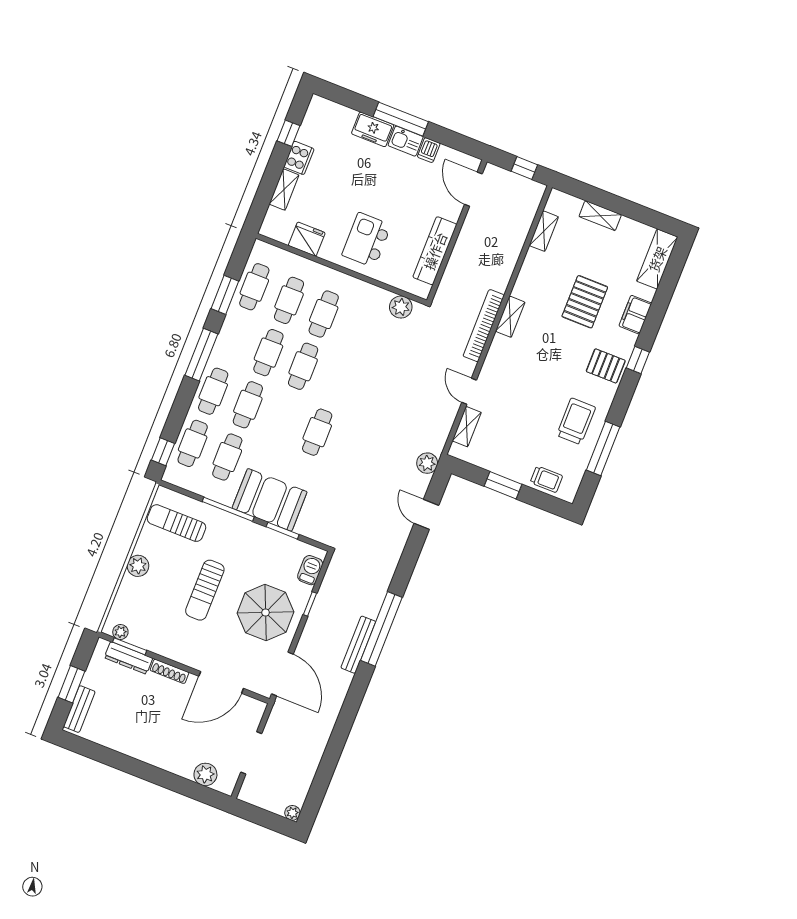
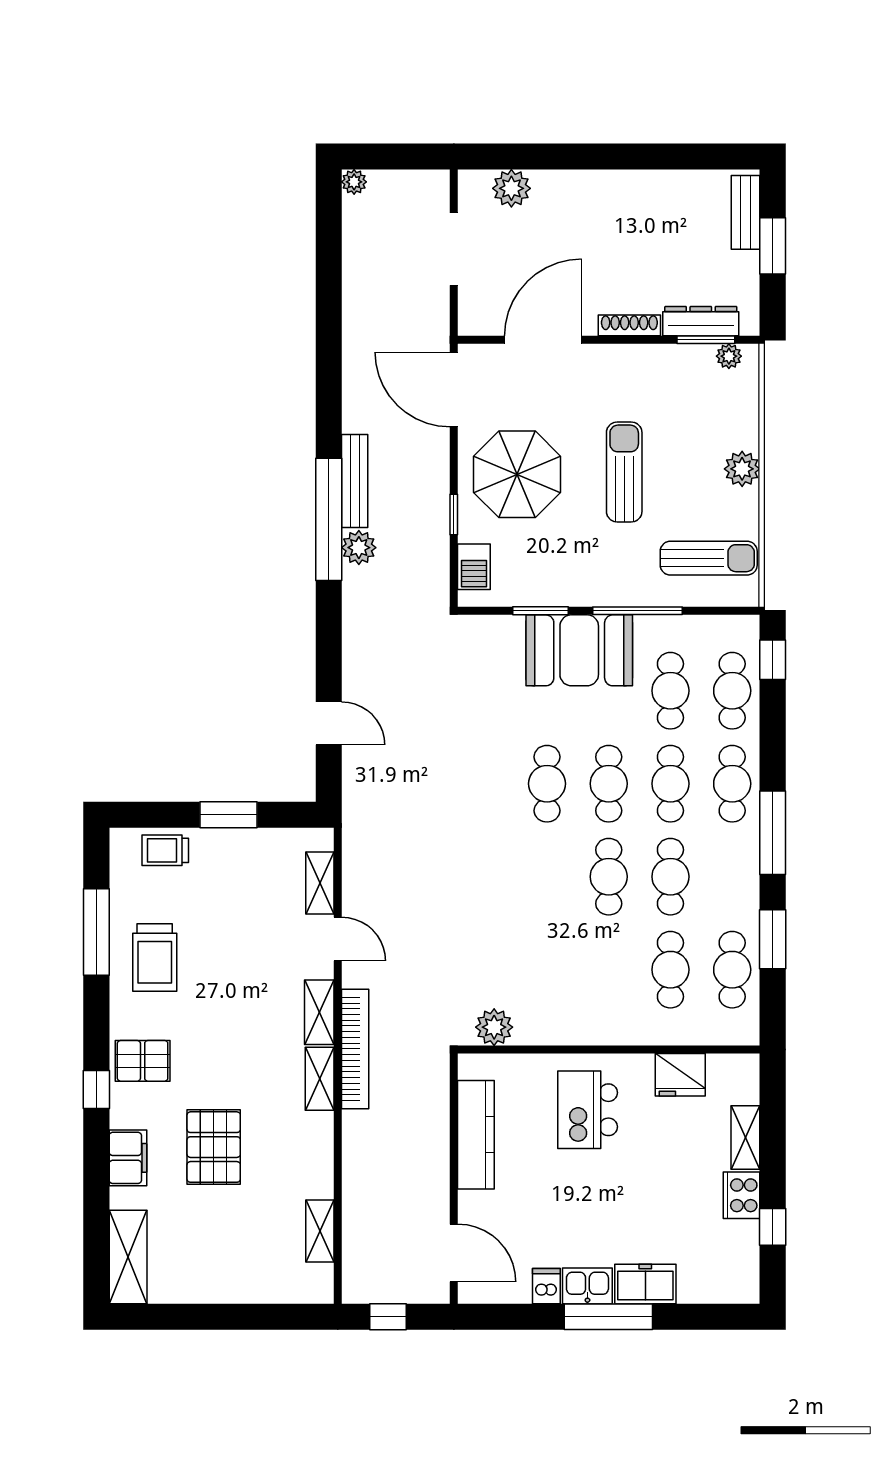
shelving: (600, 216) -> (319, 1012), moved, turned 90
kitchen island: (367, 240) -> (588, 1110), turned 180
cafe table: (324, 314) -> (609, 784), moved
plant: (427, 463) -> (359, 548), moved

